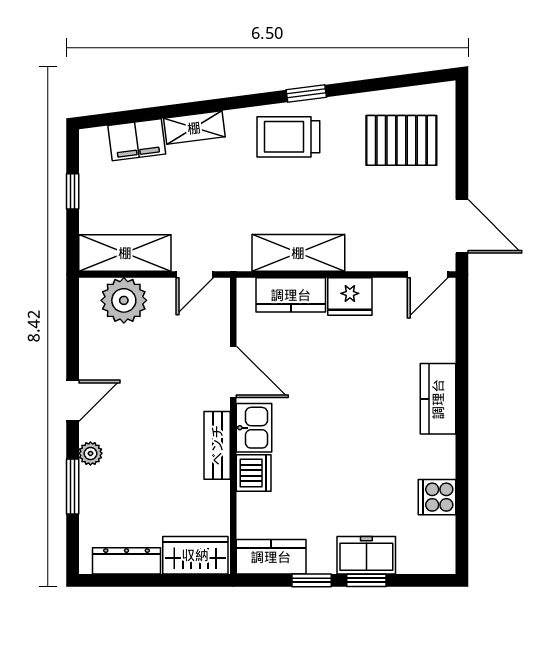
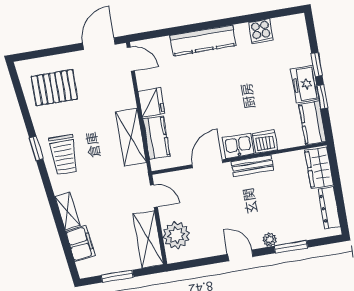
pallet: (401, 140) -> (54, 88), turned 90
window: (73, 191) -> (117, 276), width x1.50
kitchen counter: (438, 399) -> (203, 40), width x1.50
freezer: (366, 555) -> (305, 84), moved

